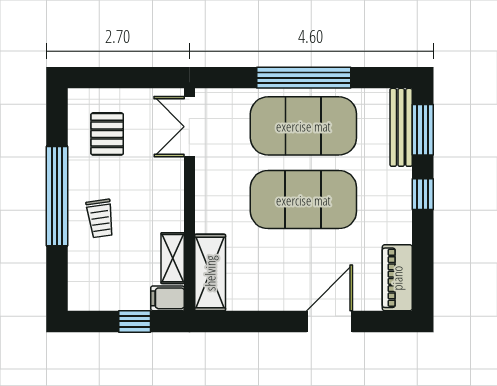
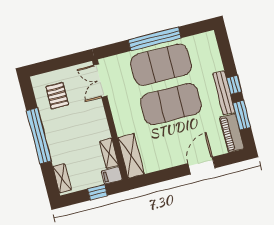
bench: (401, 127) -> (224, 93), moved
window: (423, 130) -> (242, 115), moved
trolley: (100, 218) -> (65, 142), removed
shelving: (79, 281) -> (62, 178), added

